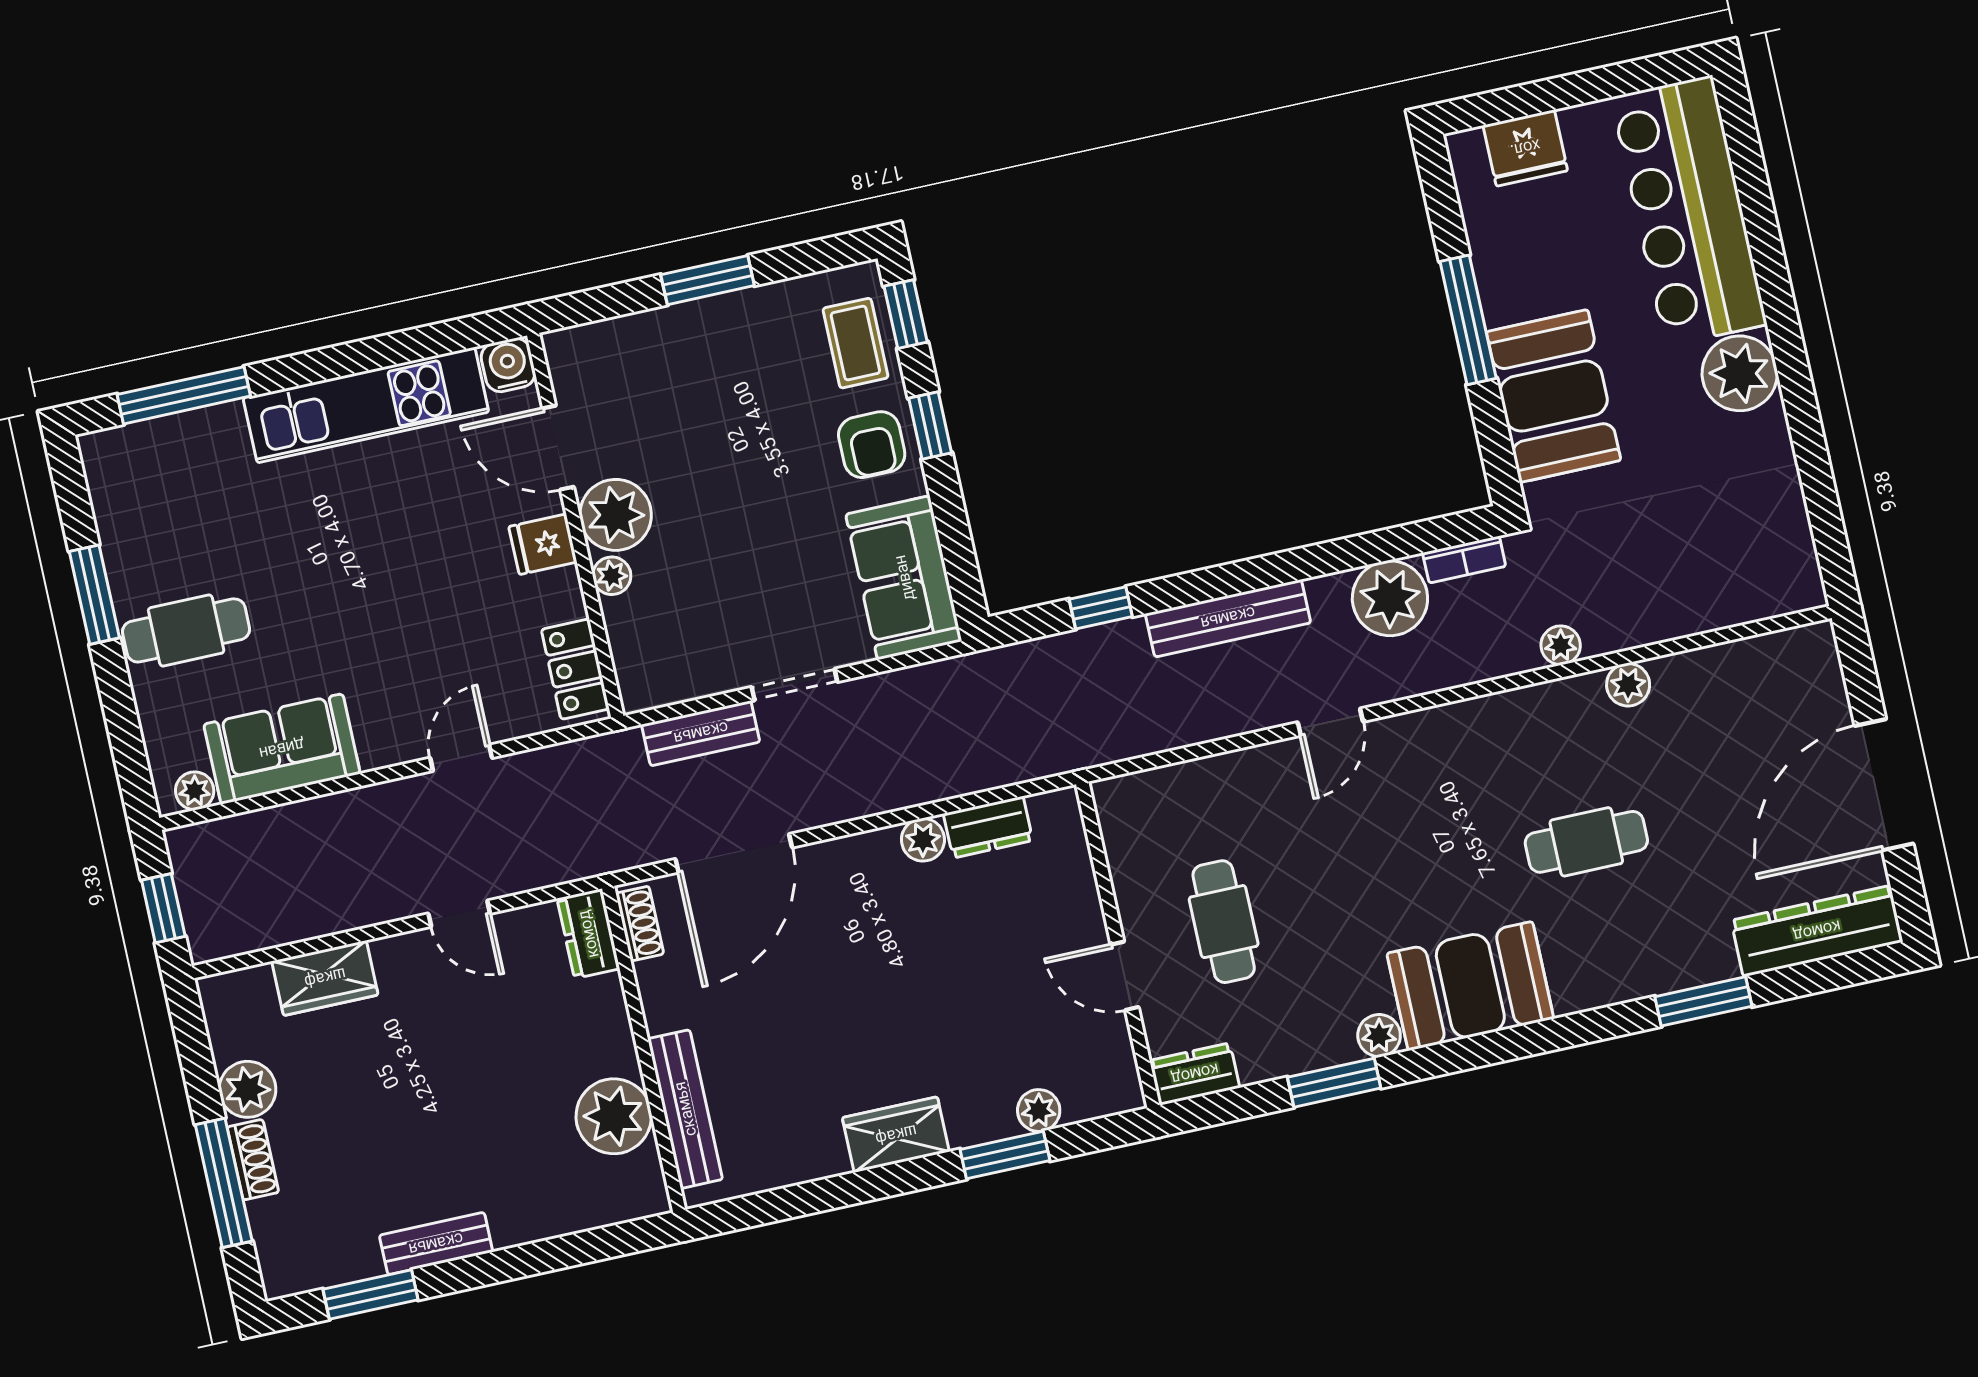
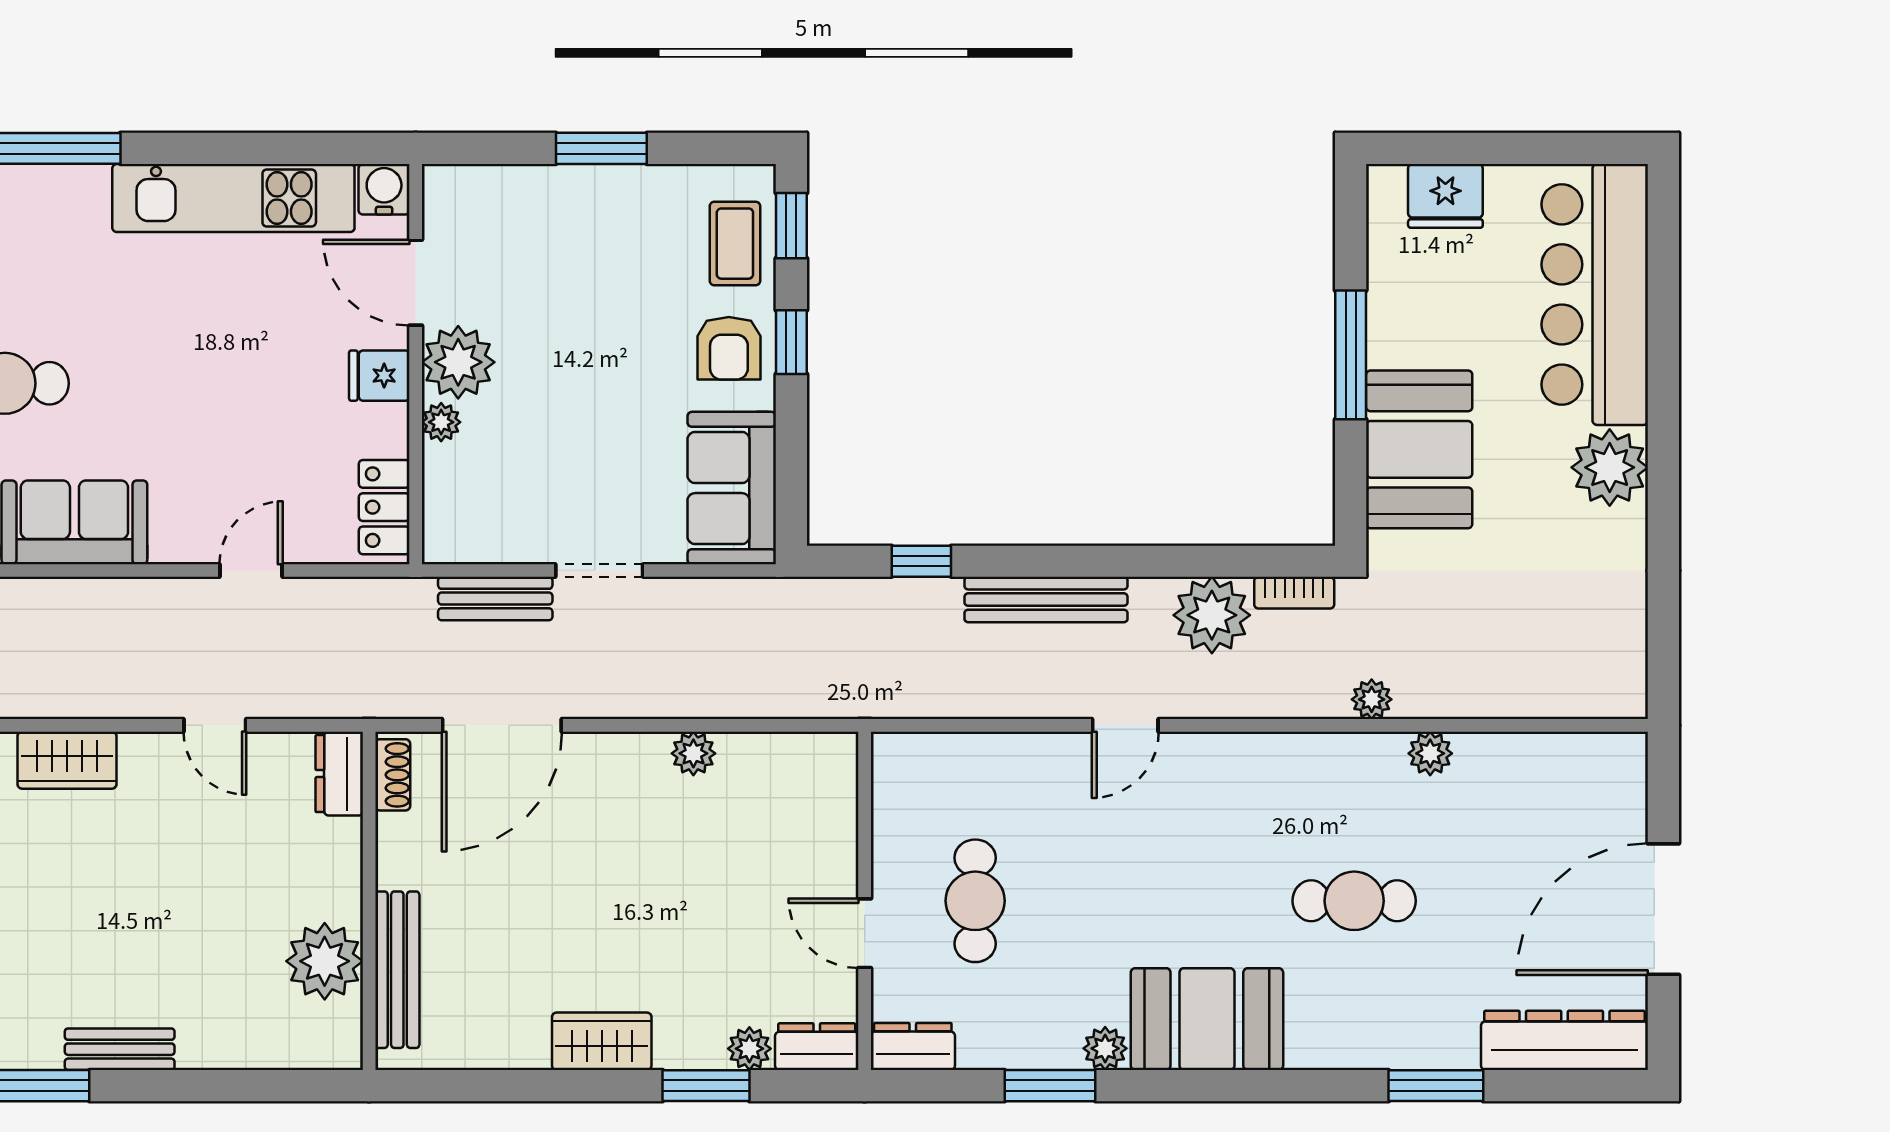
dresser: (988, 827) -> (817, 1047), moved, turned 180

